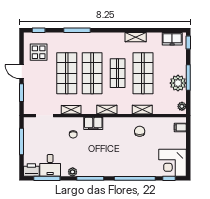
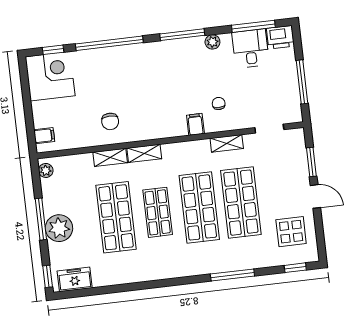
shelving: (136, 37) -> (135, 275), removed
plant: (178, 83) -> (59, 228), moved
shelving: (107, 110) -> (144, 153), moved
filing cabinet: (93, 123) -> (195, 124), width x0.50

